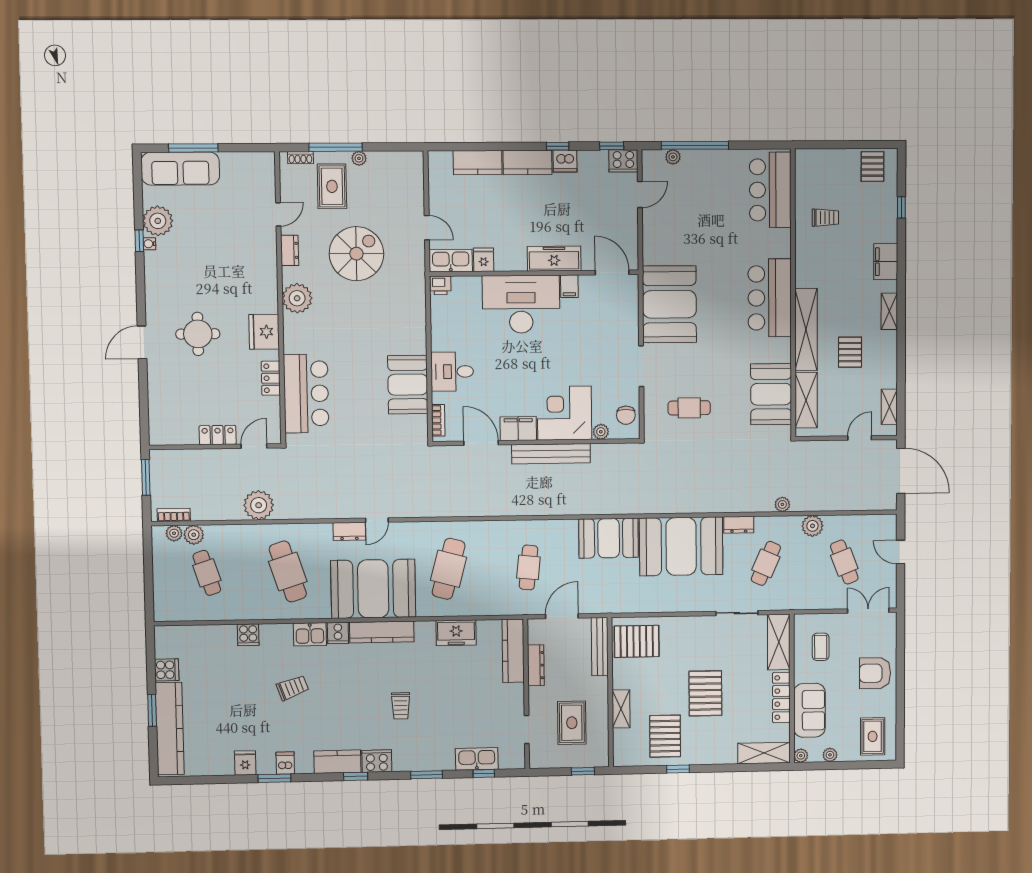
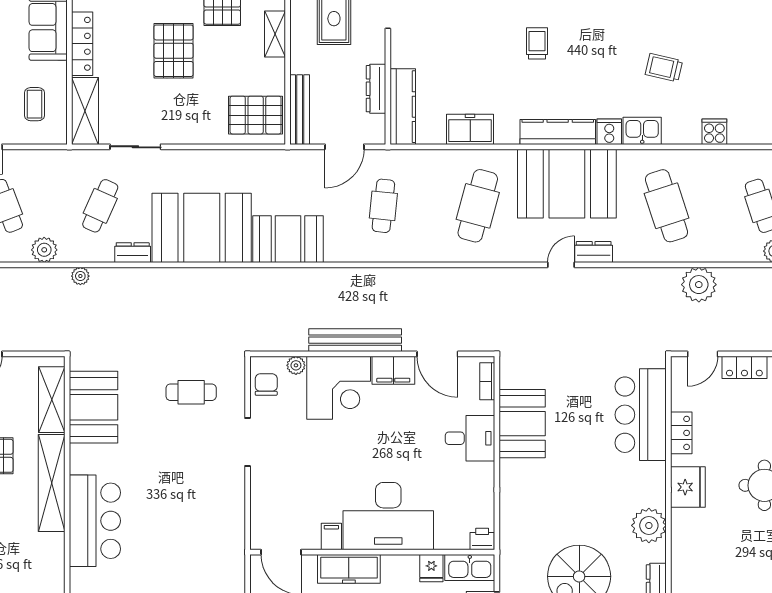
booth: (669, 304) -> (214, 514), removed
trolley: (293, 688) -> (664, 68), turned 33

